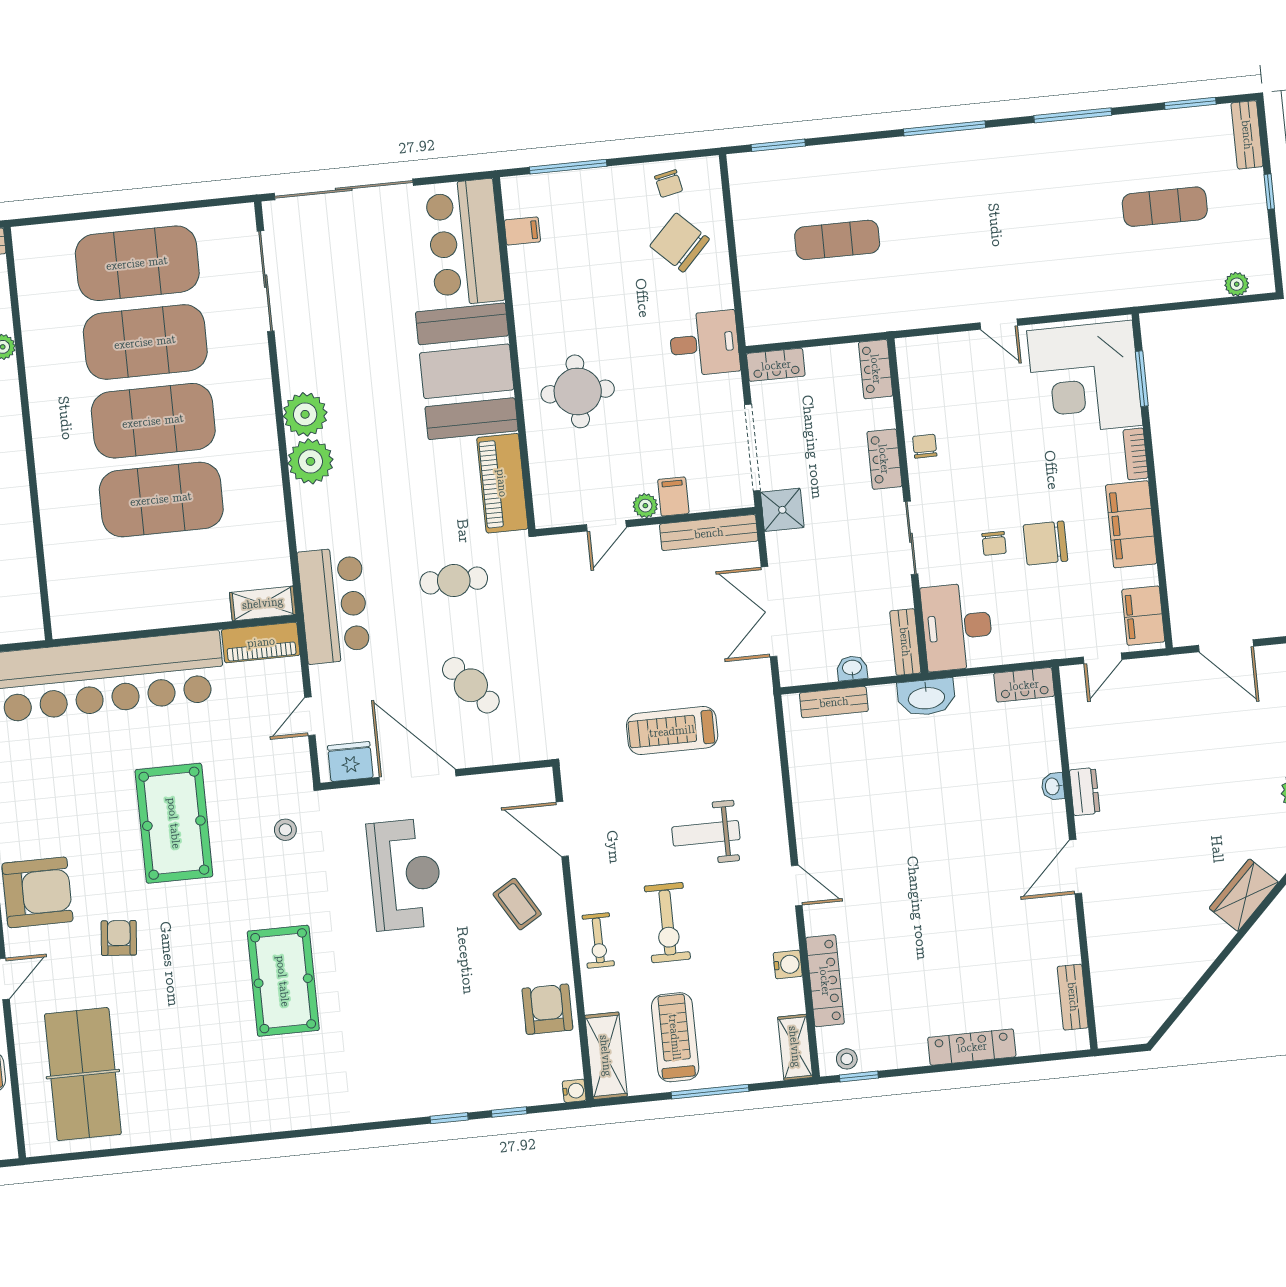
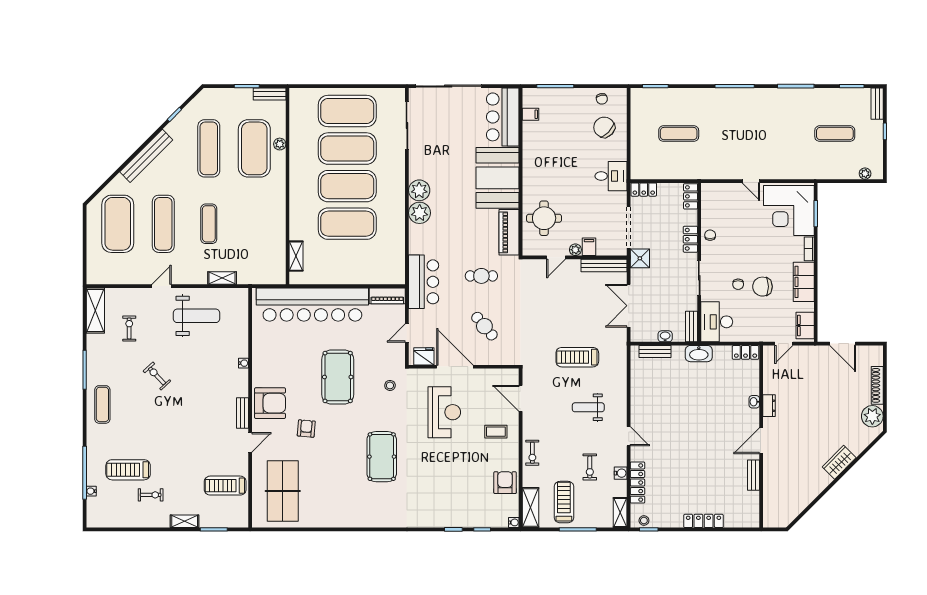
round table: (578, 391) -> (544, 218), moved
shelving: (263, 603) -> (296, 256), moved, turned 90
coffee table: (517, 904) -> (496, 432), turned -59
exercise bike: (667, 923) -> (590, 467), moved, width x0.73, depth x0.72
bench: (1073, 997) -> (753, 475), moved

